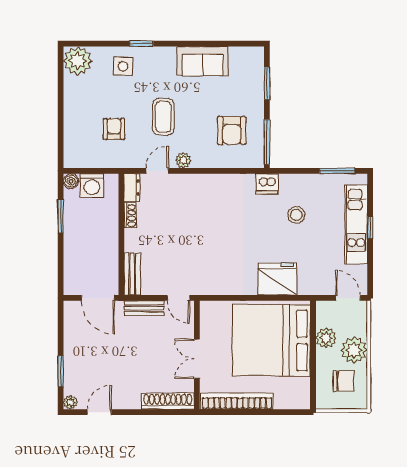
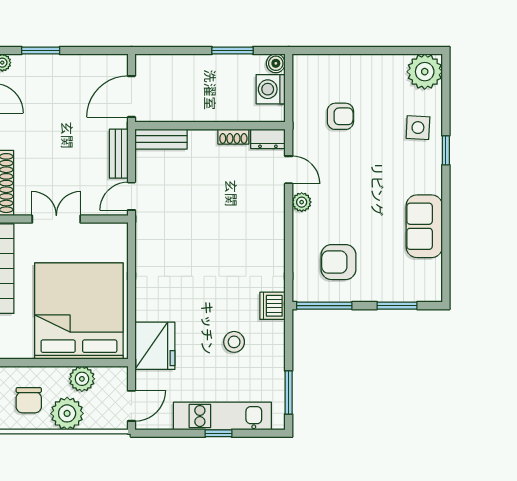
coffee table: (163, 117) -> (356, 177), removed
fridge: (277, 279) -> (155, 346), moved

